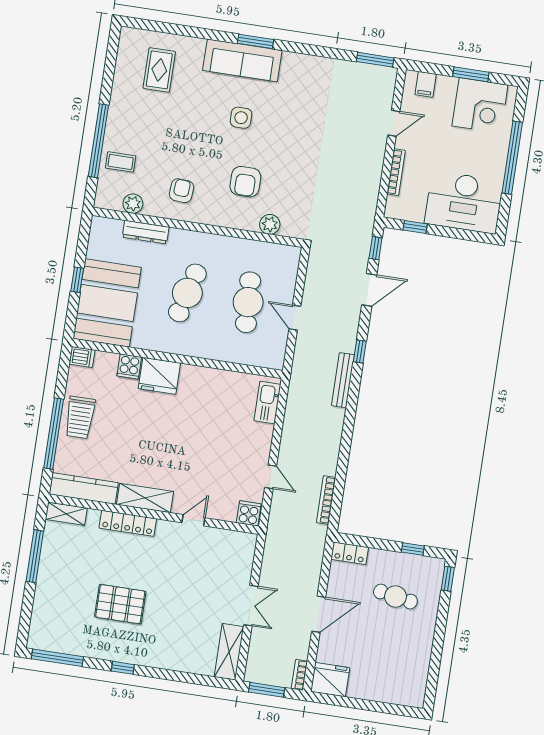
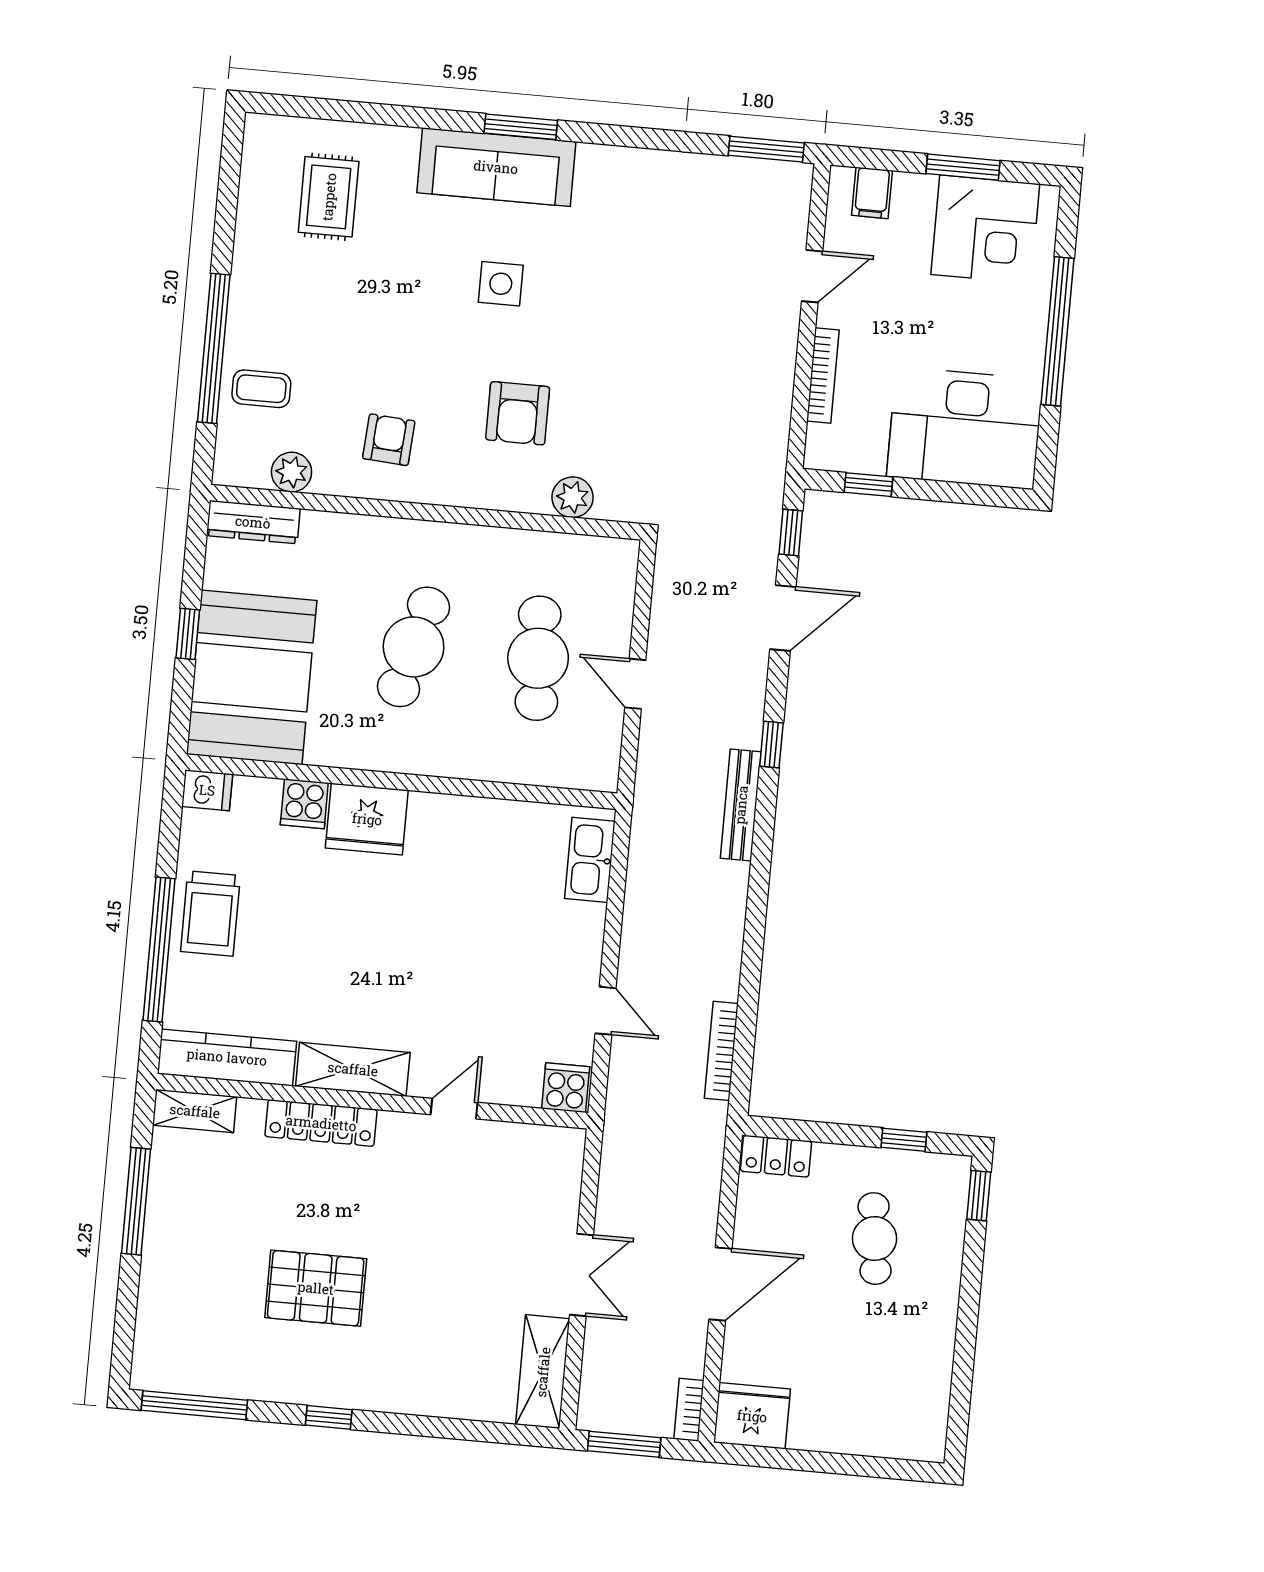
dresser: (146, 232) -> (253, 522), moved
cafe table: (395, 597) -> (875, 1239), turned 73

